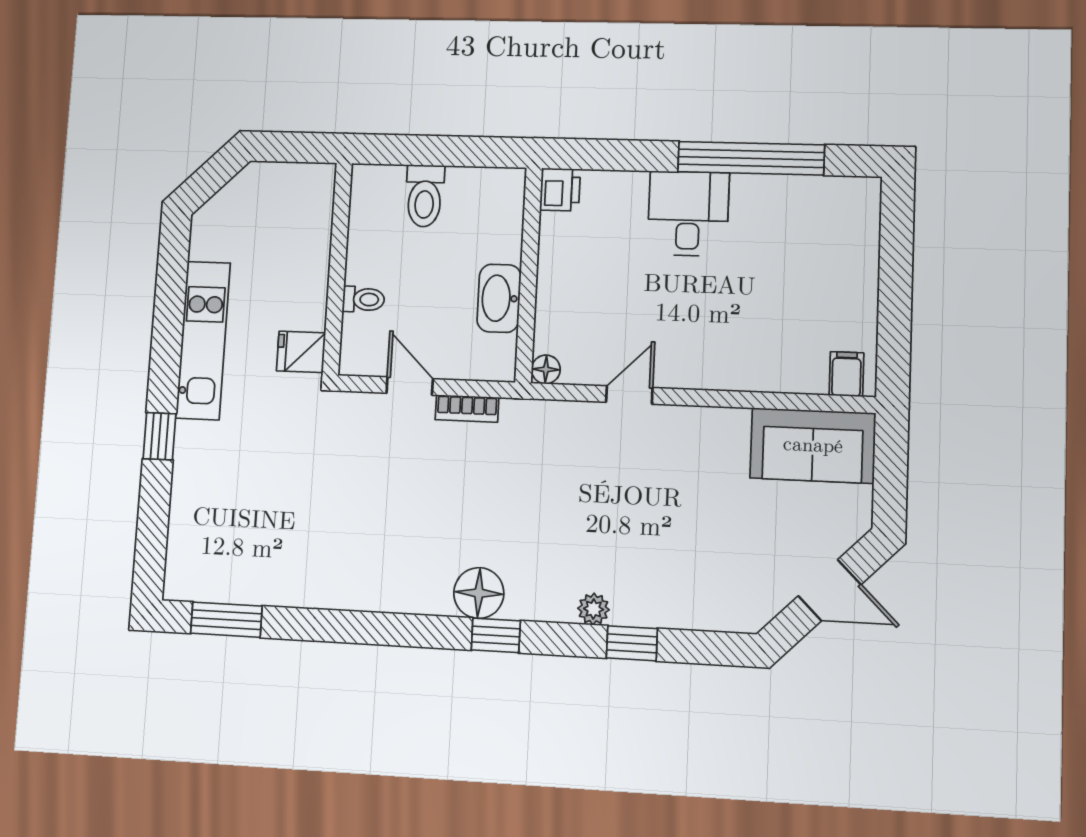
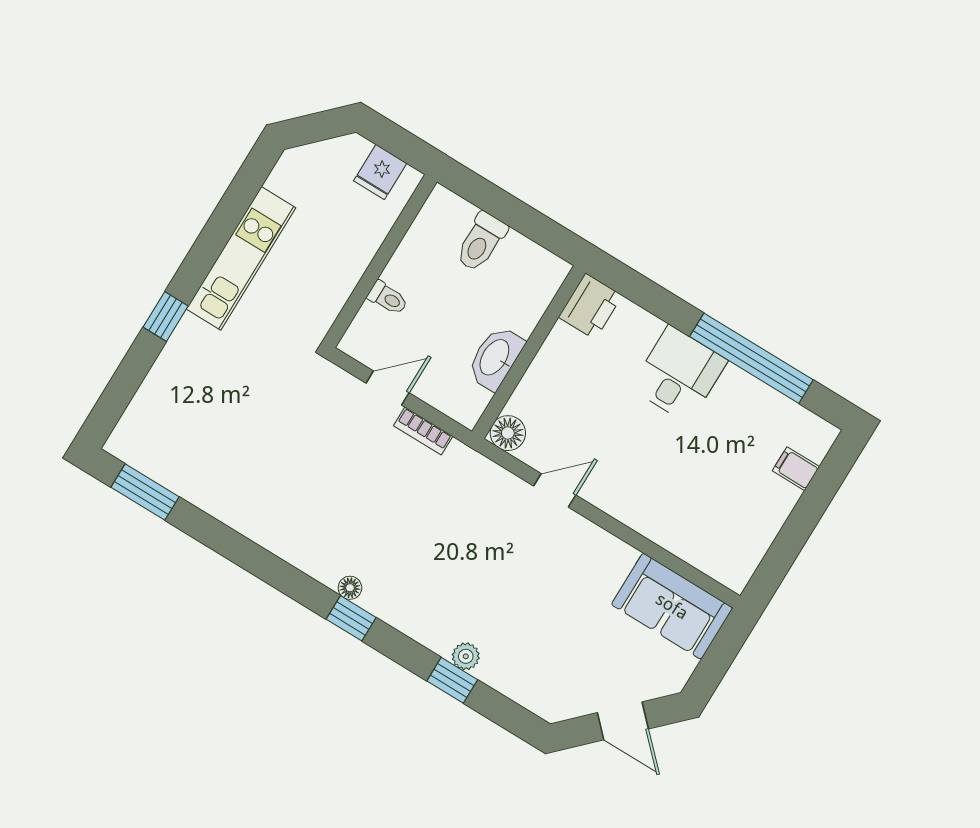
printer: (560, 190) -> (590, 306), width x1.36, depth x1.24
fridge: (301, 352) -> (380, 172), moved, turned -90
floor lamp: (546, 369) -> (508, 433), width x1.37, depth x1.37
filing cabinet: (846, 374) -> (796, 469), moved, turned -90
door: (410, 386) -> (388, 388), hinge flipped
floor lamp: (479, 593) -> (350, 588), width x0.53, depth x0.53
plant: (594, 609) -> (466, 656), moved

